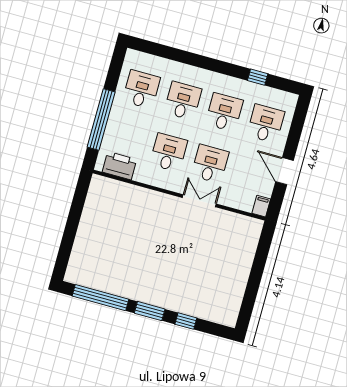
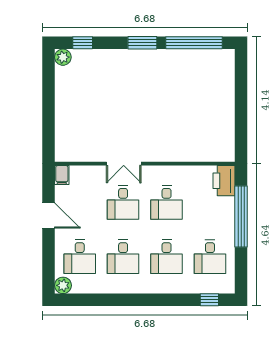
window: (258, 77) -> (209, 300), moved
plant: (289, 101) -> (63, 285), added
printer: (119, 166) -> (224, 181), moved, turned 90
plant: (229, 318) -> (63, 57), added
window: (186, 321) -> (83, 43), moved

